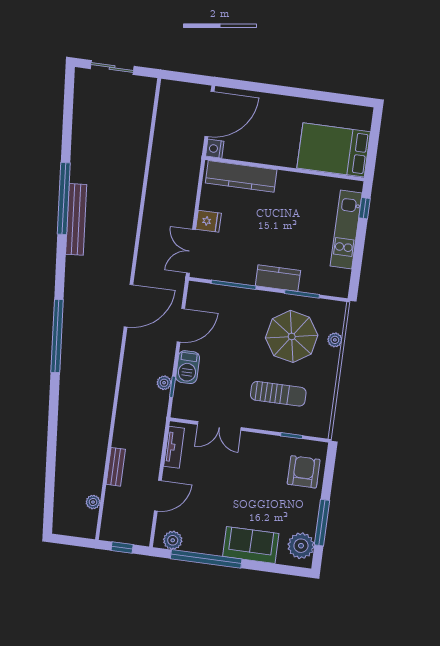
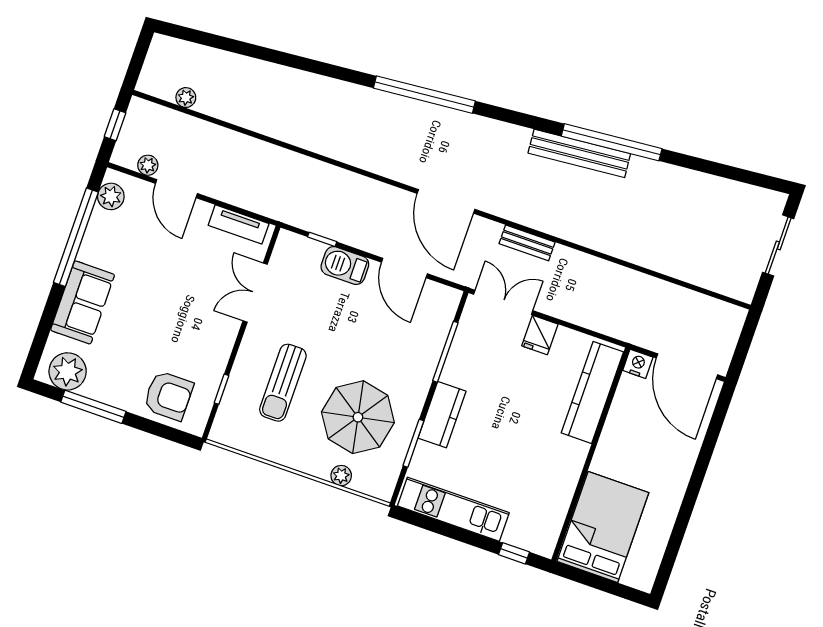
kitchen unit: (346, 230) -> (453, 509), moved
plant: (164, 383) -> (148, 165), moved
bench: (116, 467) -> (527, 243), moved

